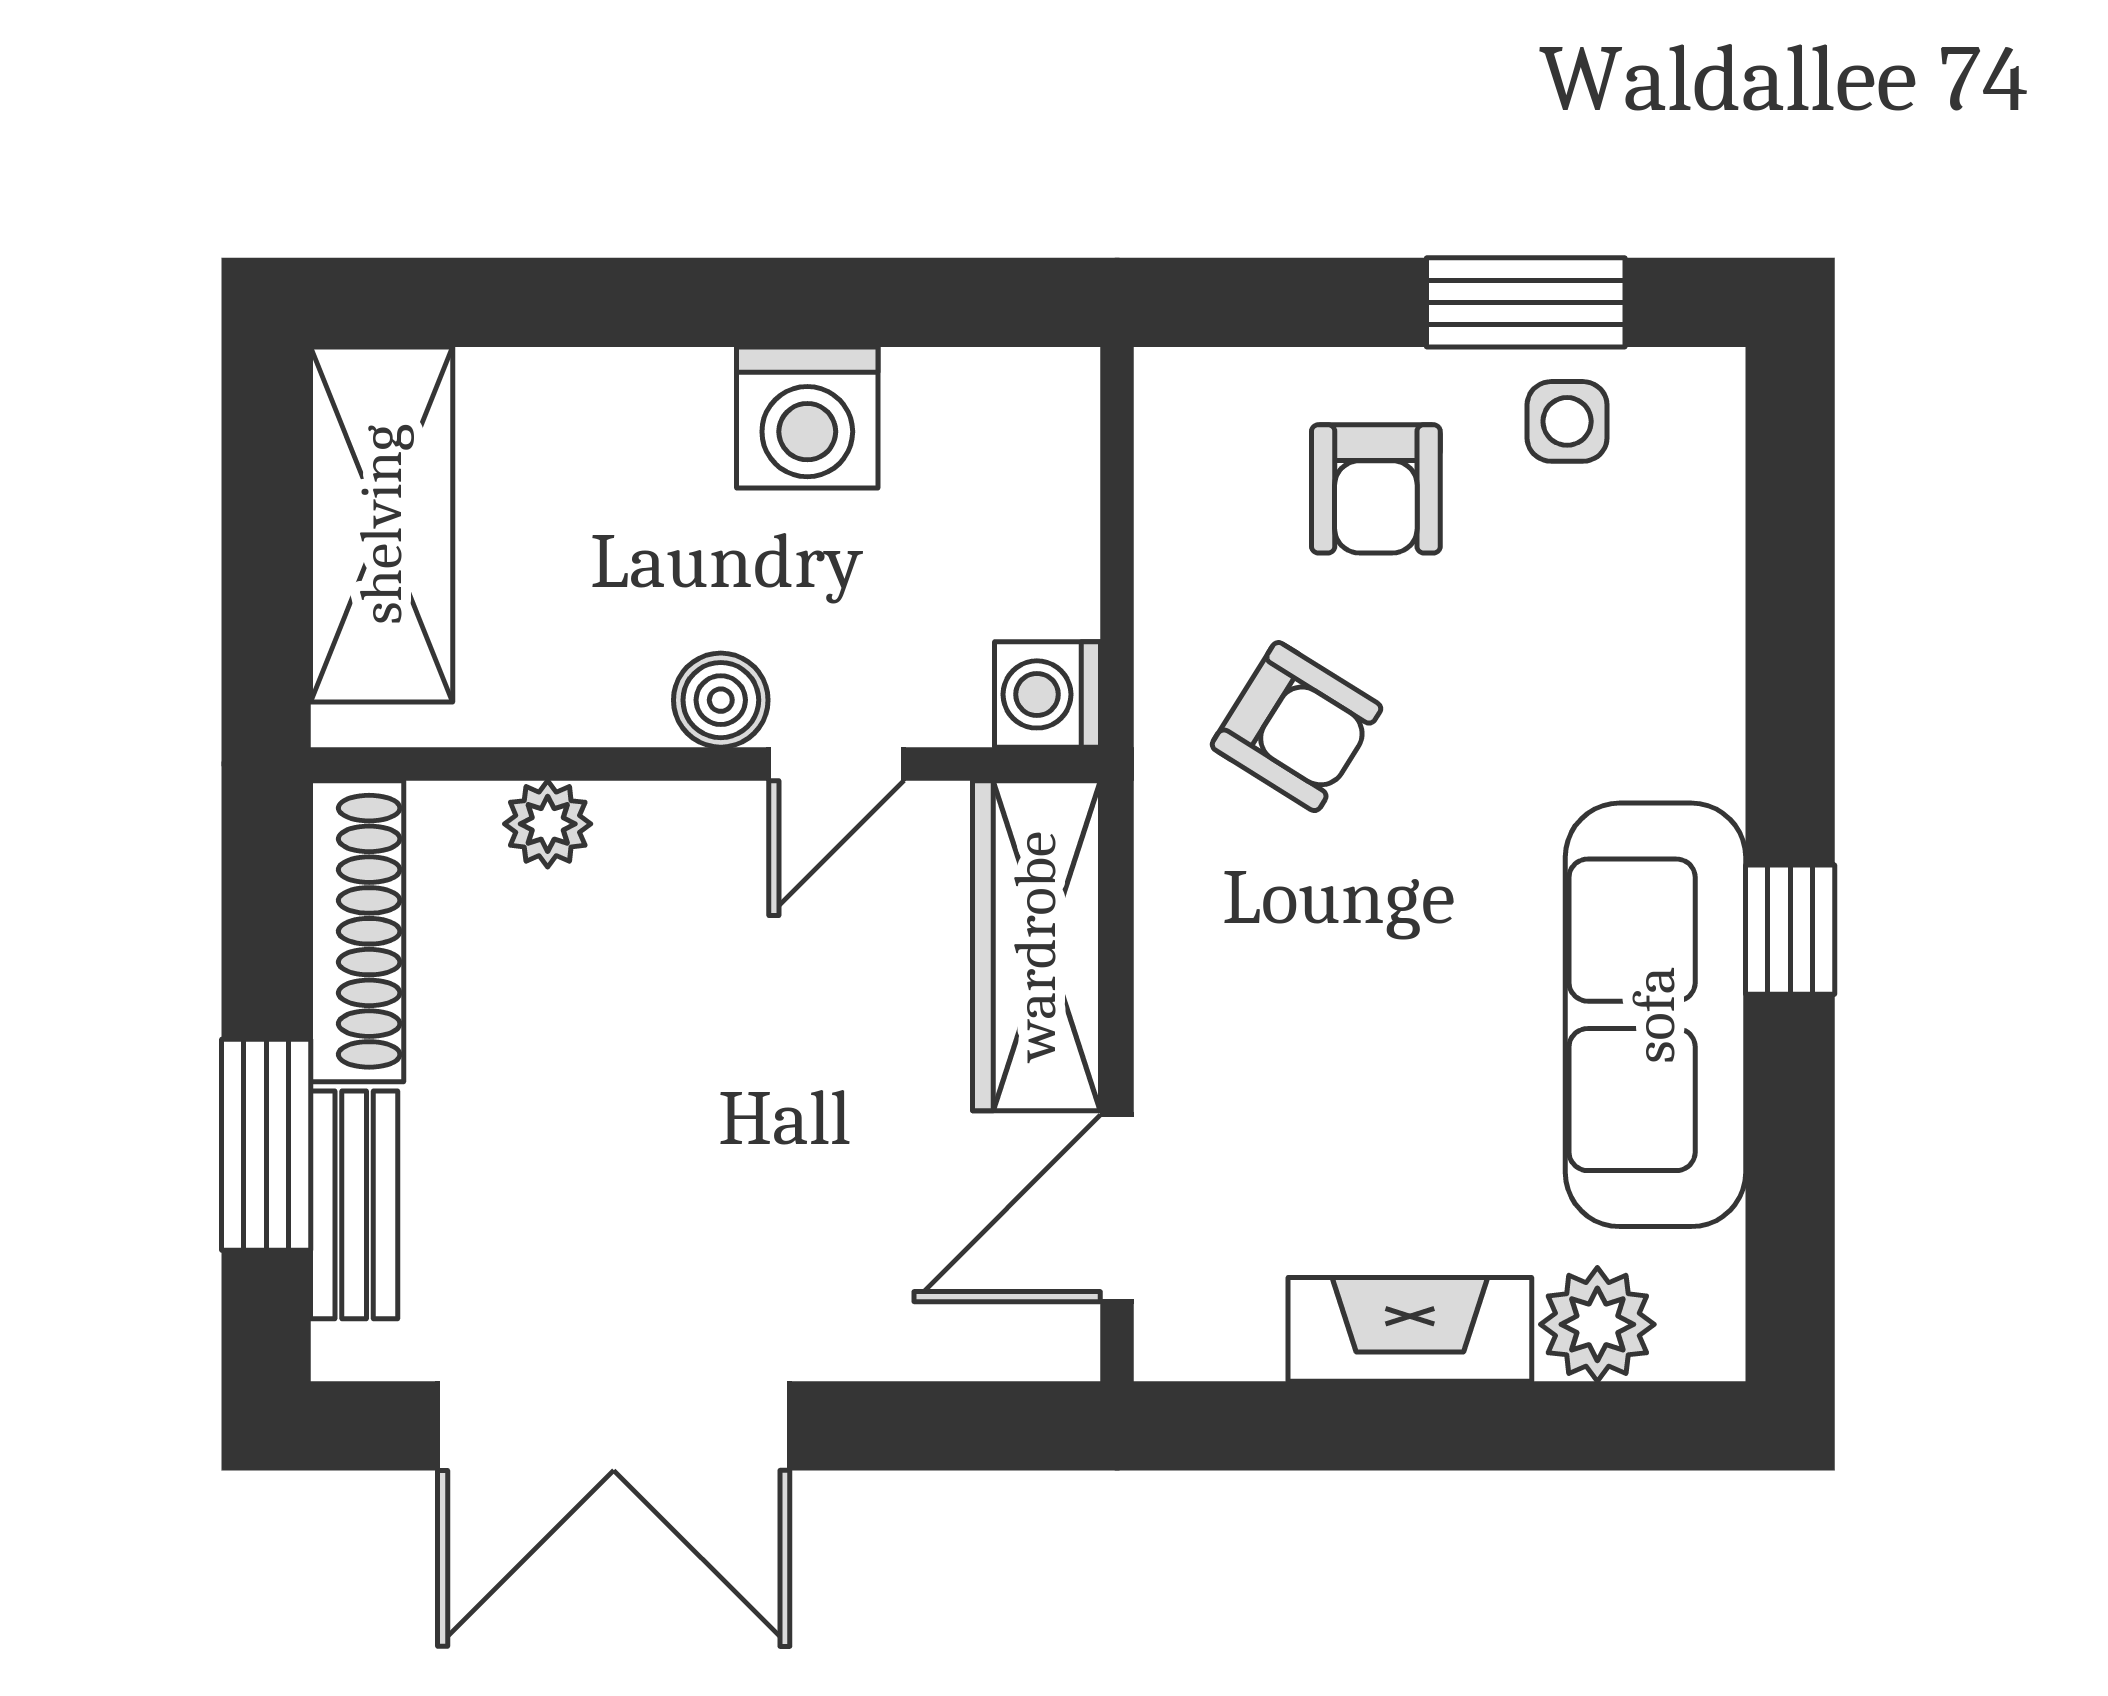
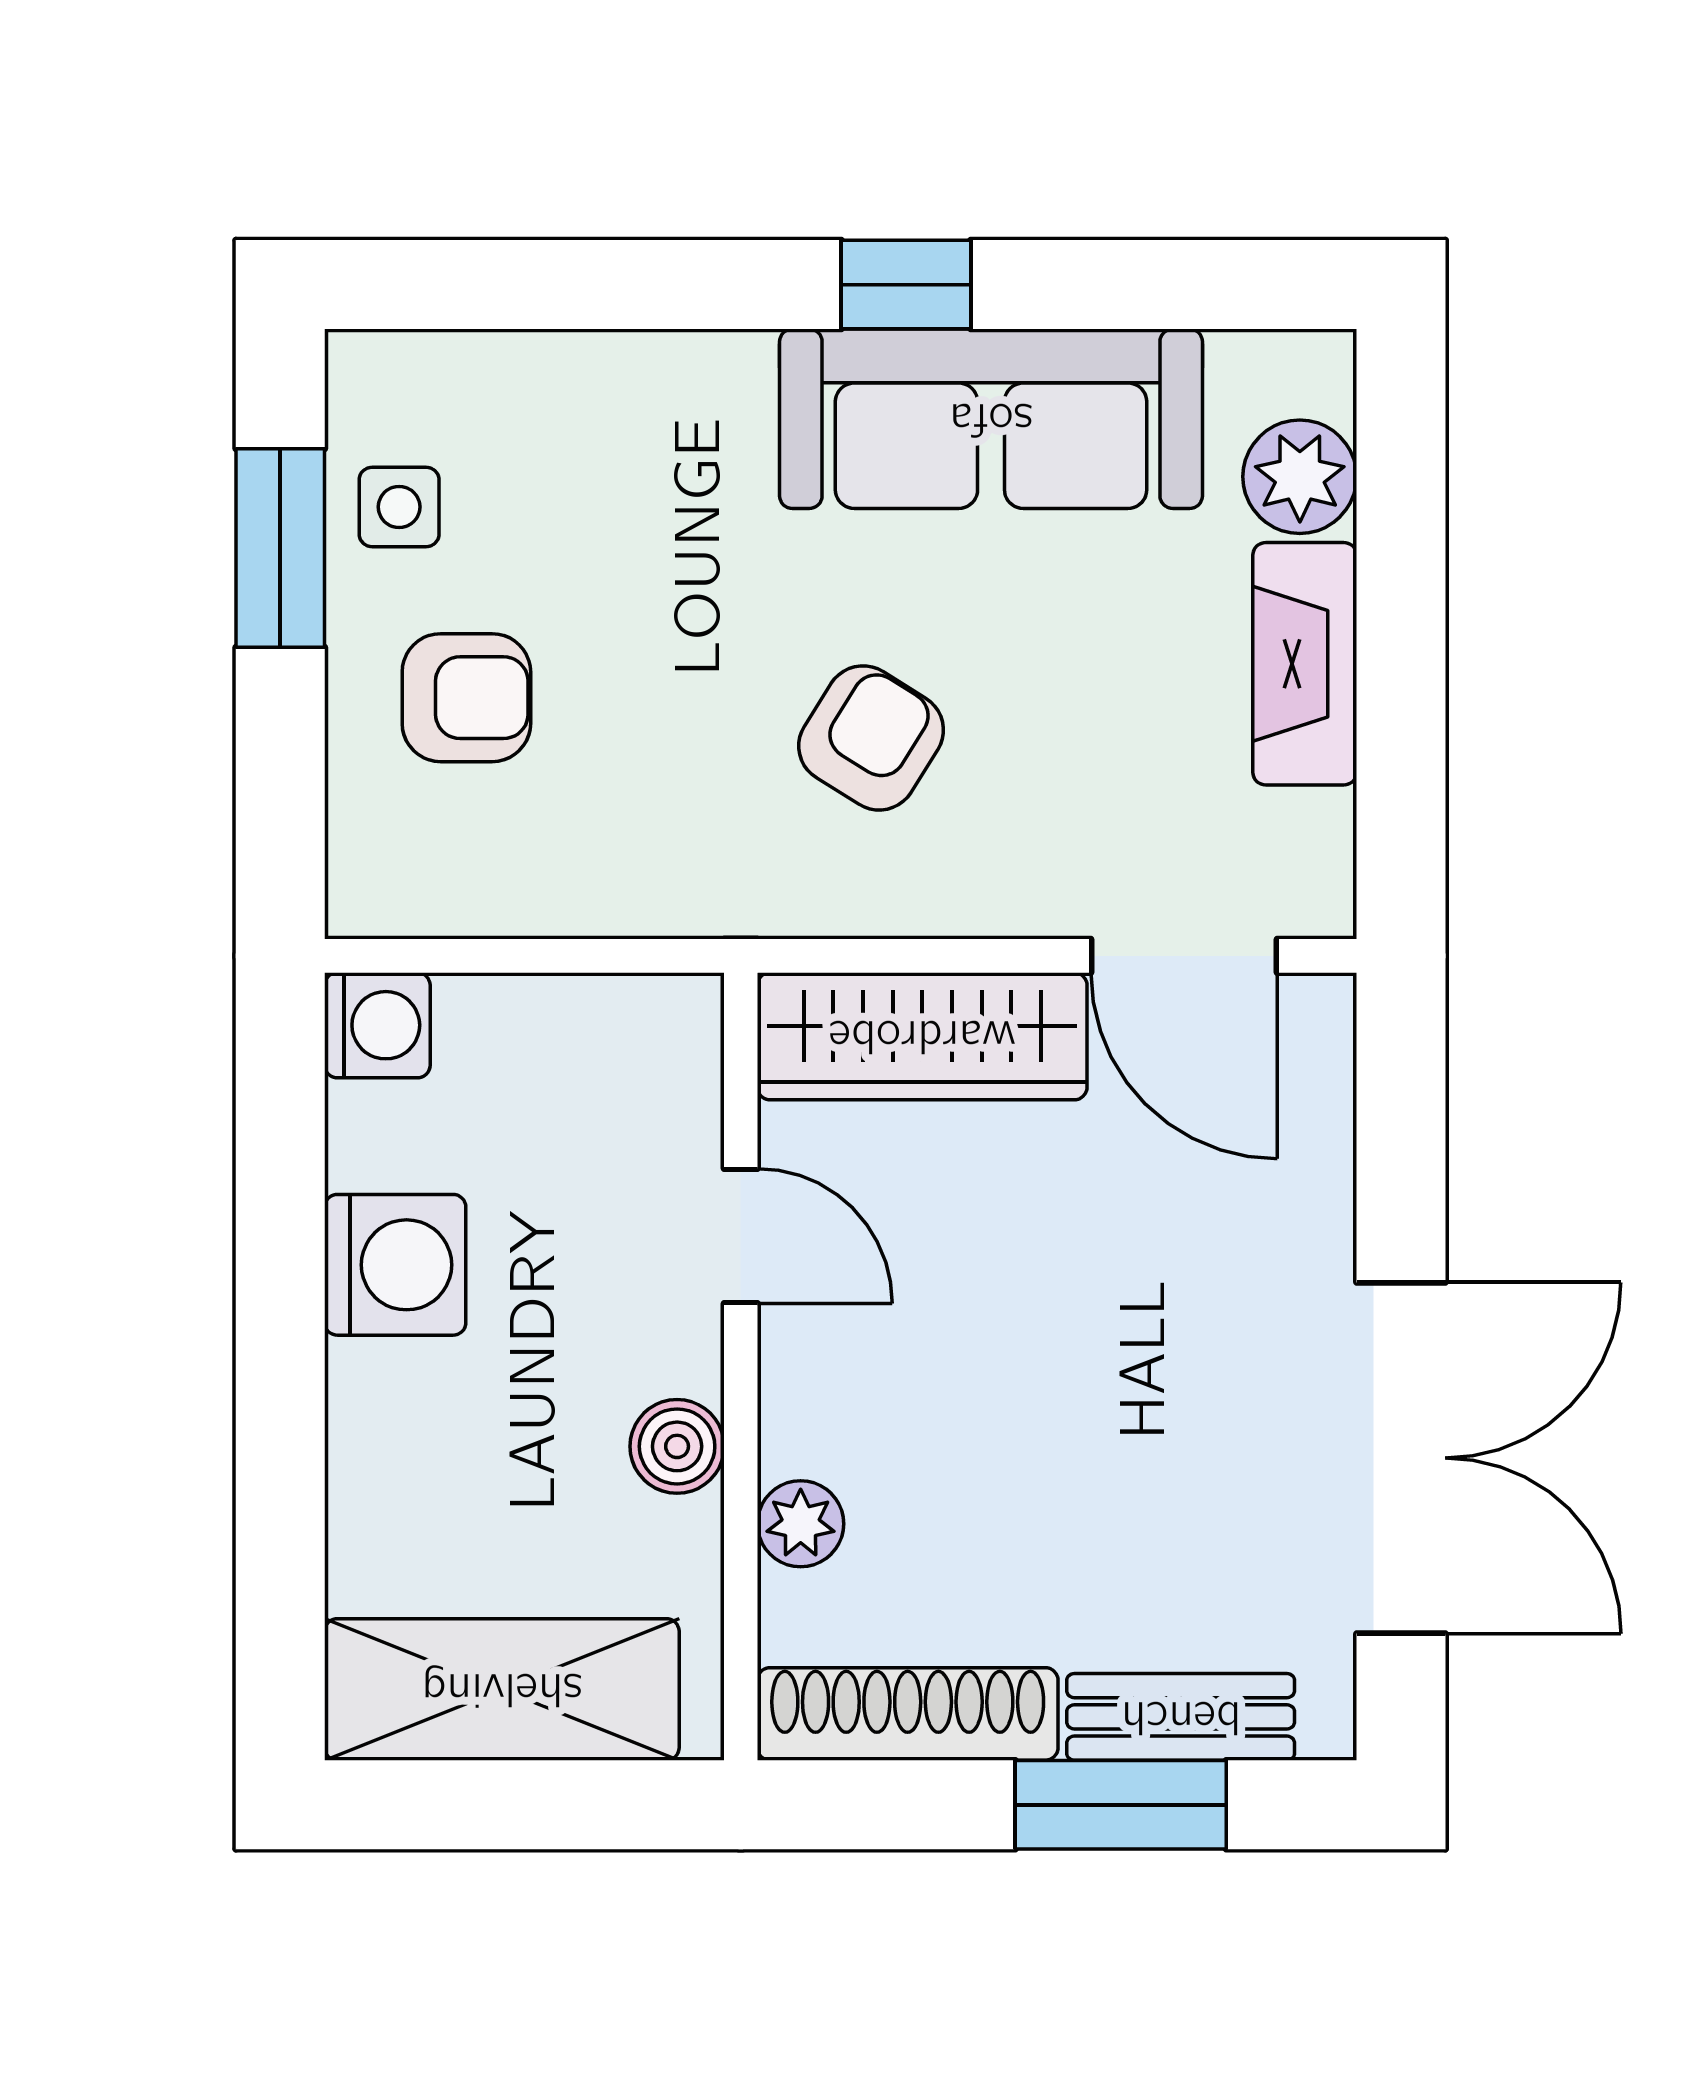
washing machine: (1048, 694) -> (377, 1025), moved, turned -90
boiler: (721, 700) -> (677, 1446), moved
armchair: (1296, 727) -> (871, 738), moved

